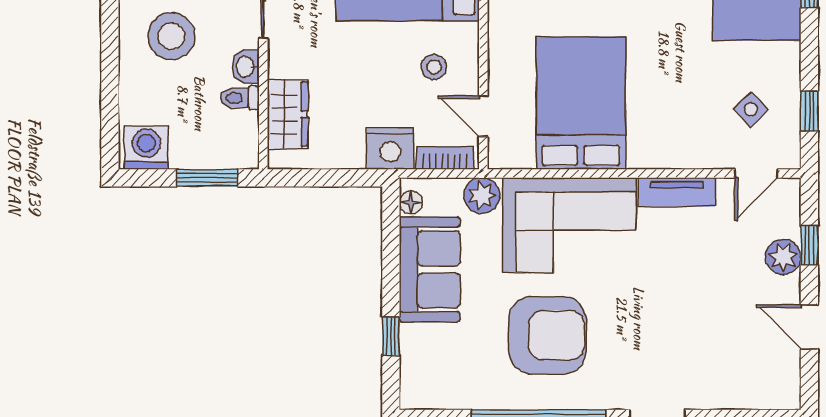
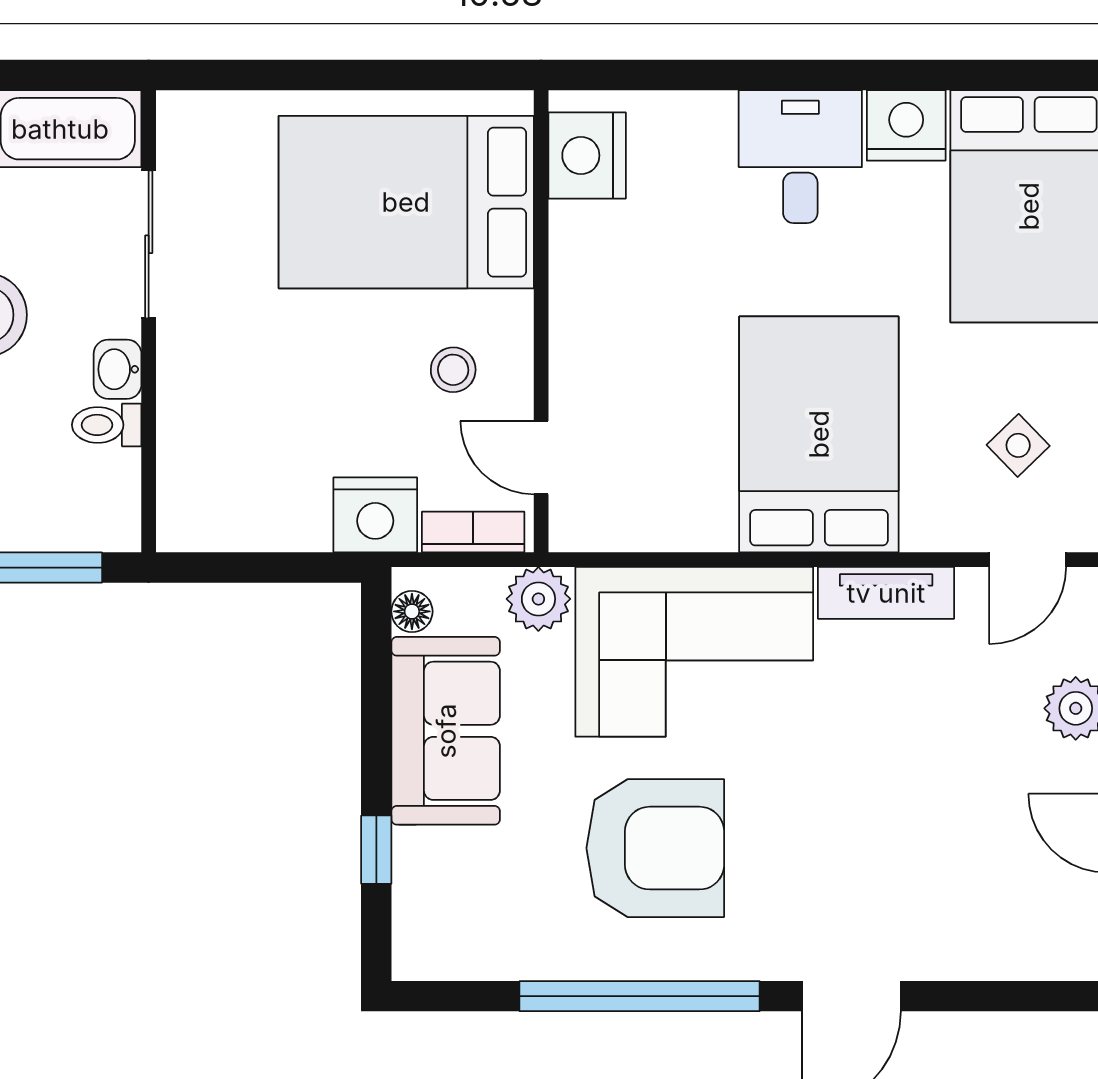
bed: (581, 103) -> (819, 434), moved
wardrobe: (288, 114) -> (192, 454), removed

